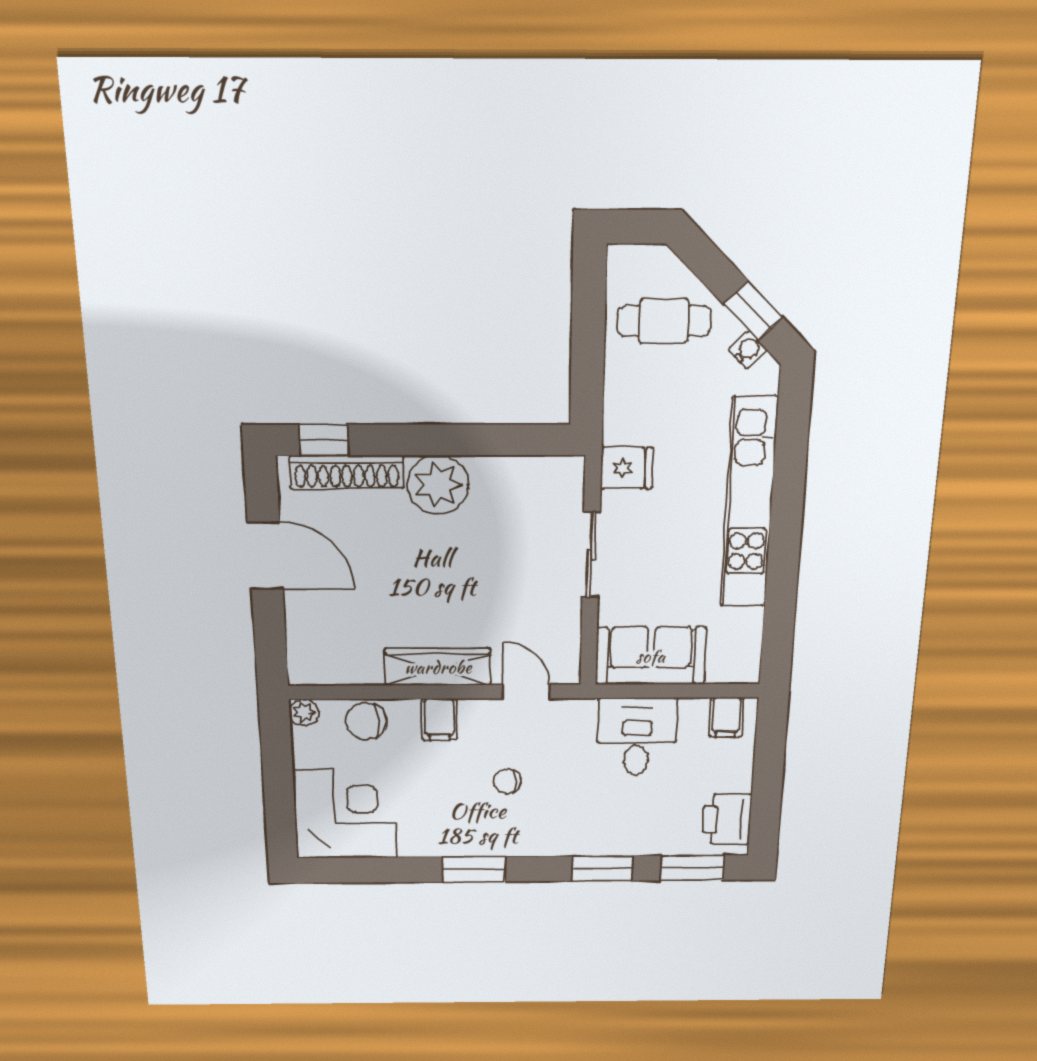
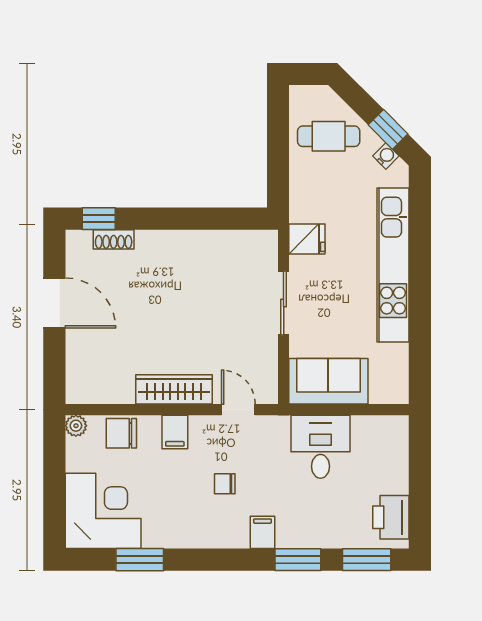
shoe rack: (347, 472) -> (114, 239), width x0.51, depth x0.81
plant: (438, 485) -> (176, 251), removed
filing cabinet: (726, 717) -> (263, 532), moved, turned 180
window: (474, 869) -> (140, 560), moved

